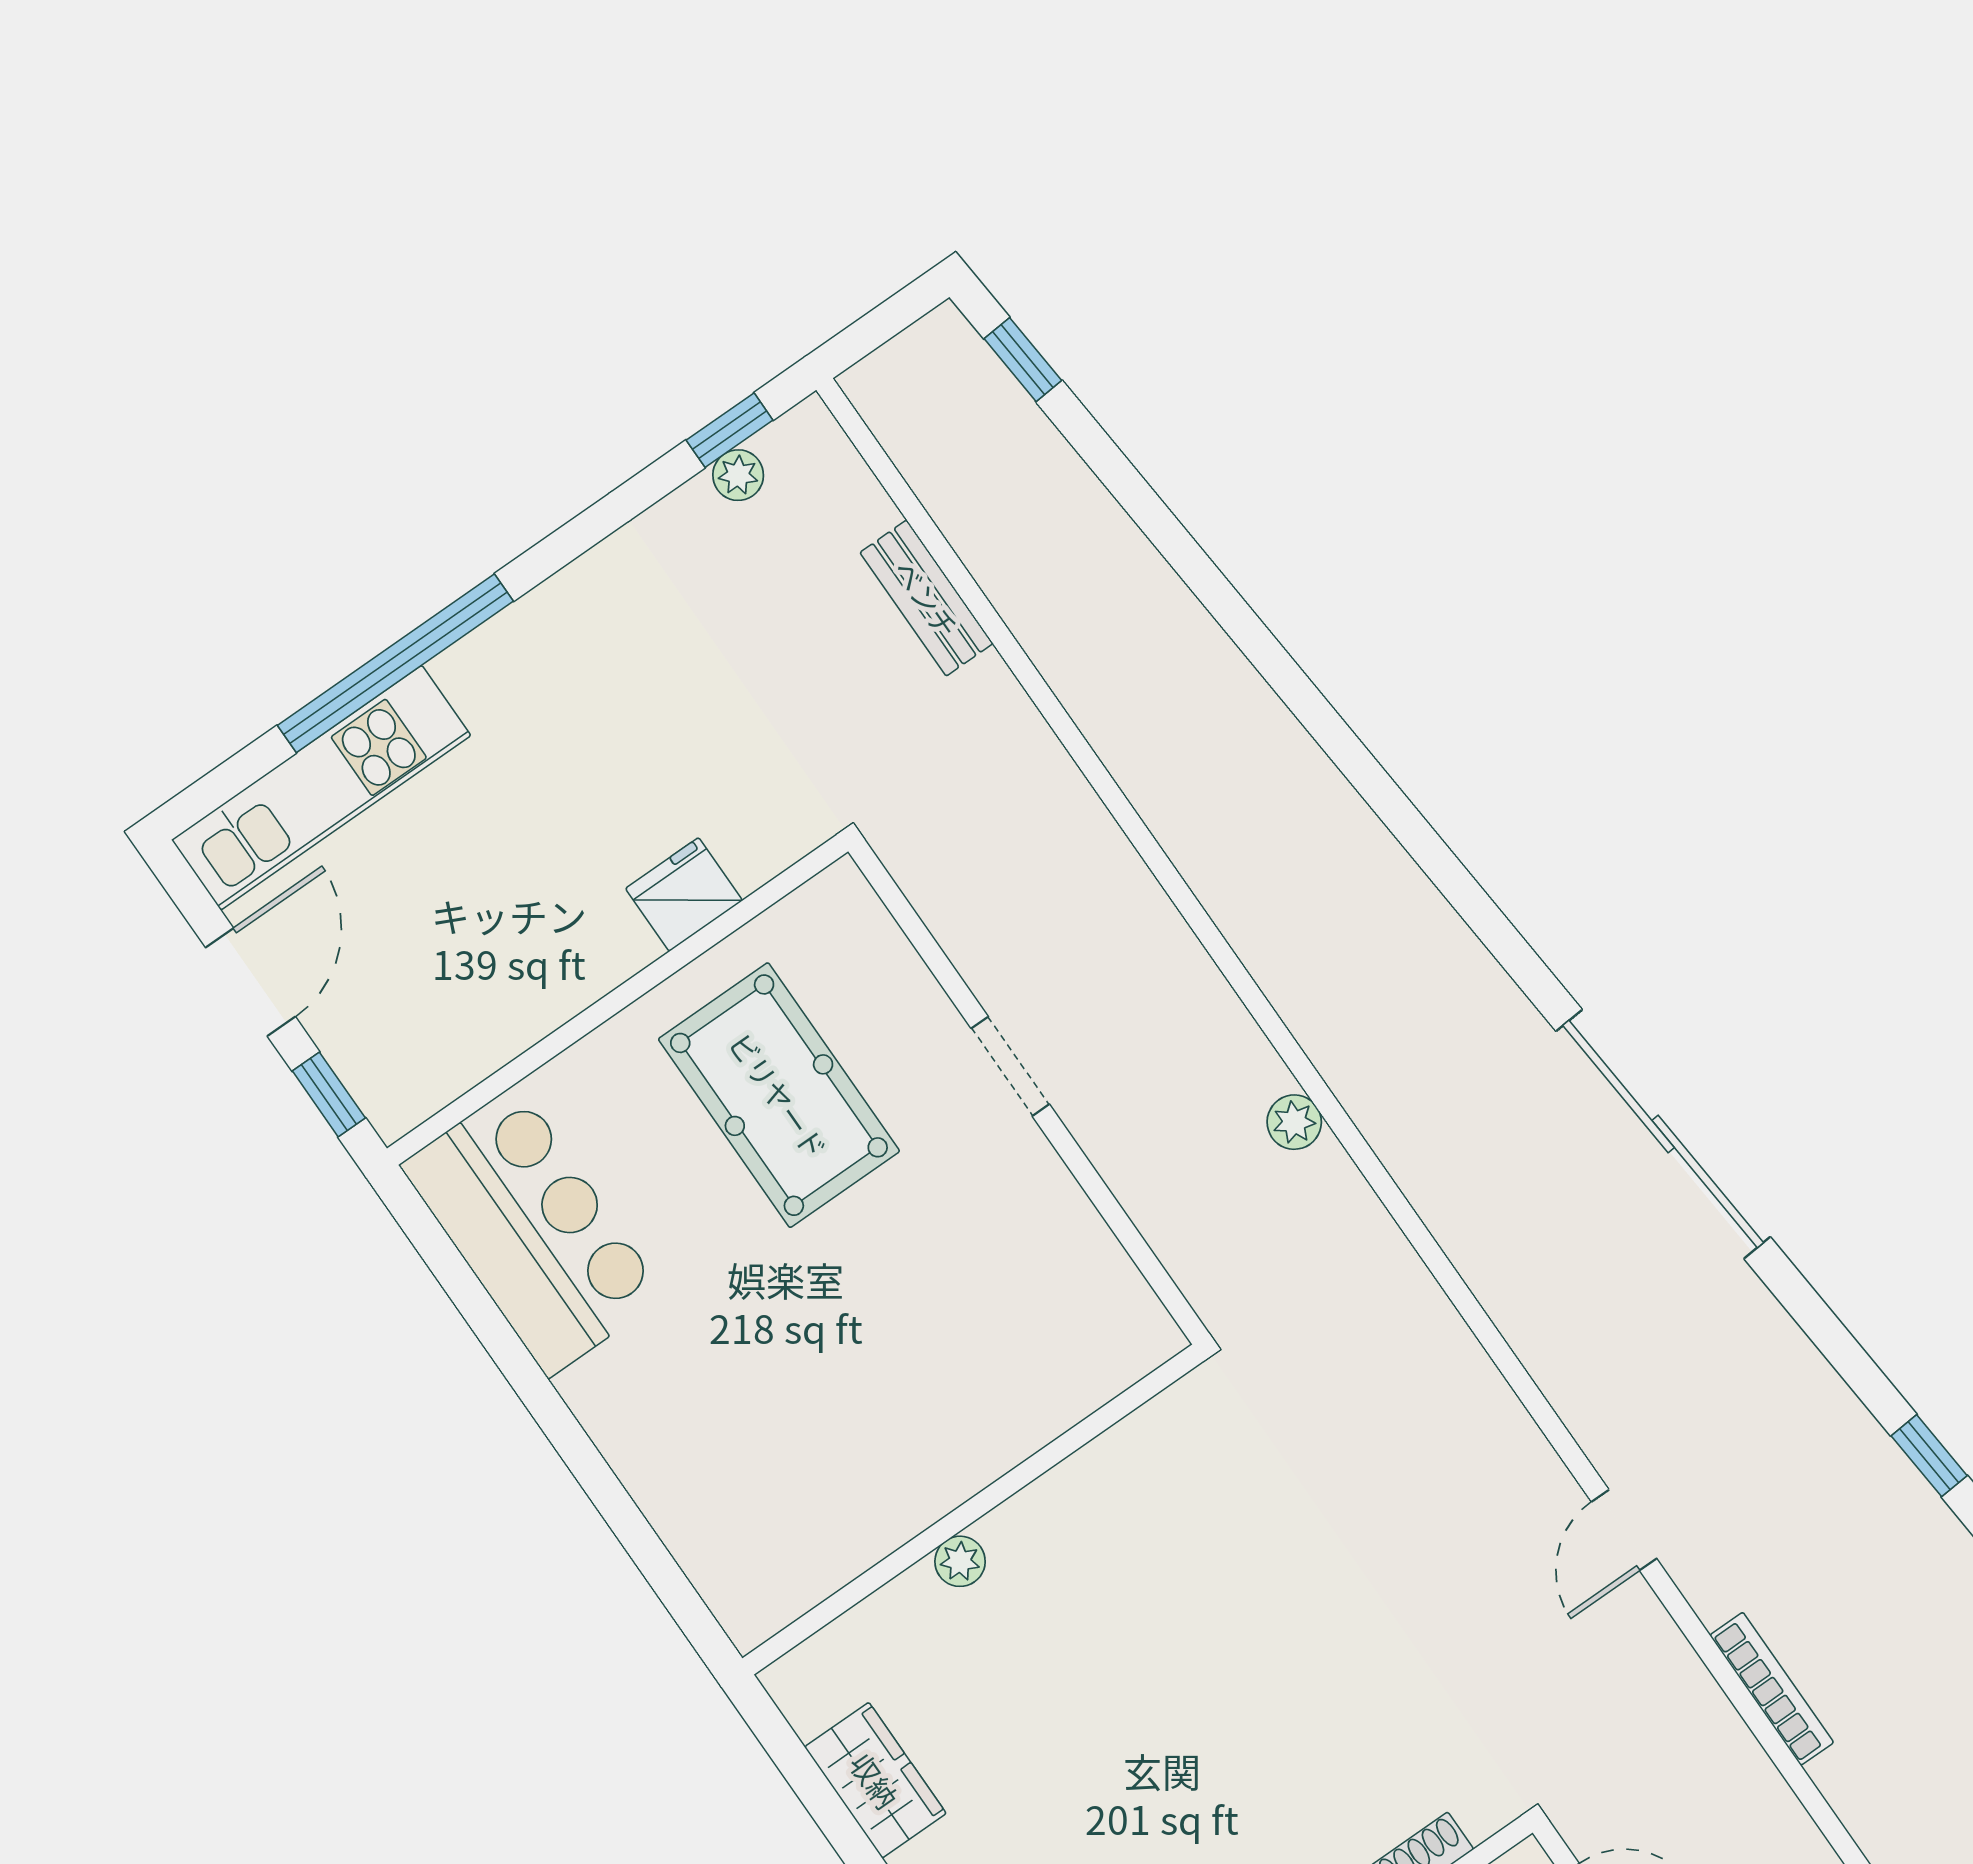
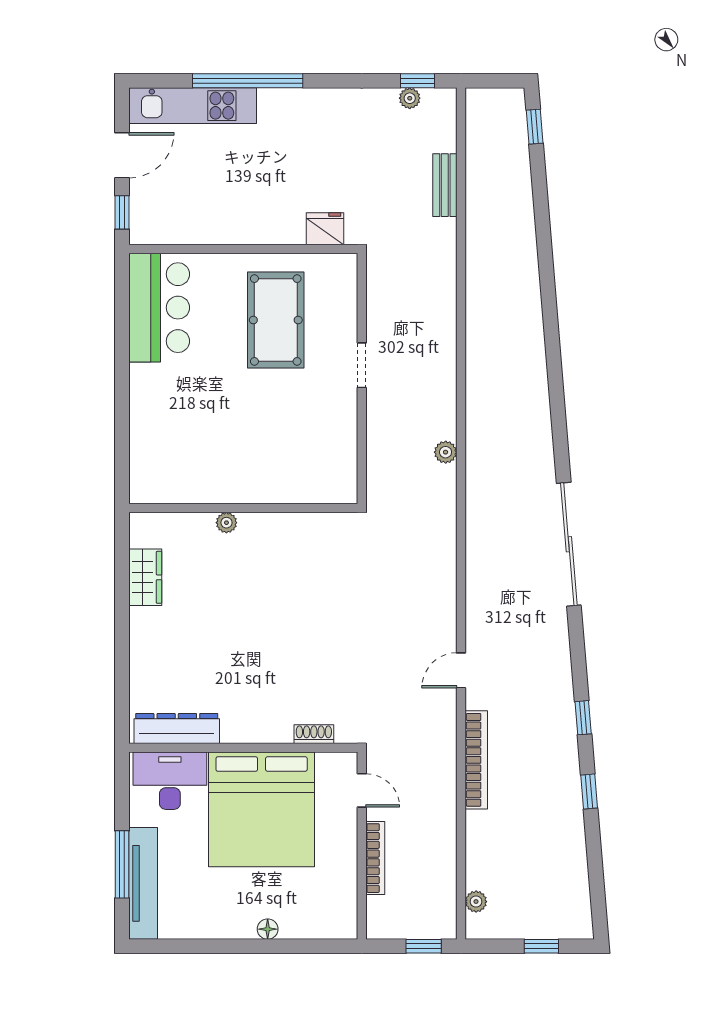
fridge: (684, 894) -> (325, 229), moved
bookcase: (1772, 1689) -> (476, 760), width x1.48, depth x1.31

